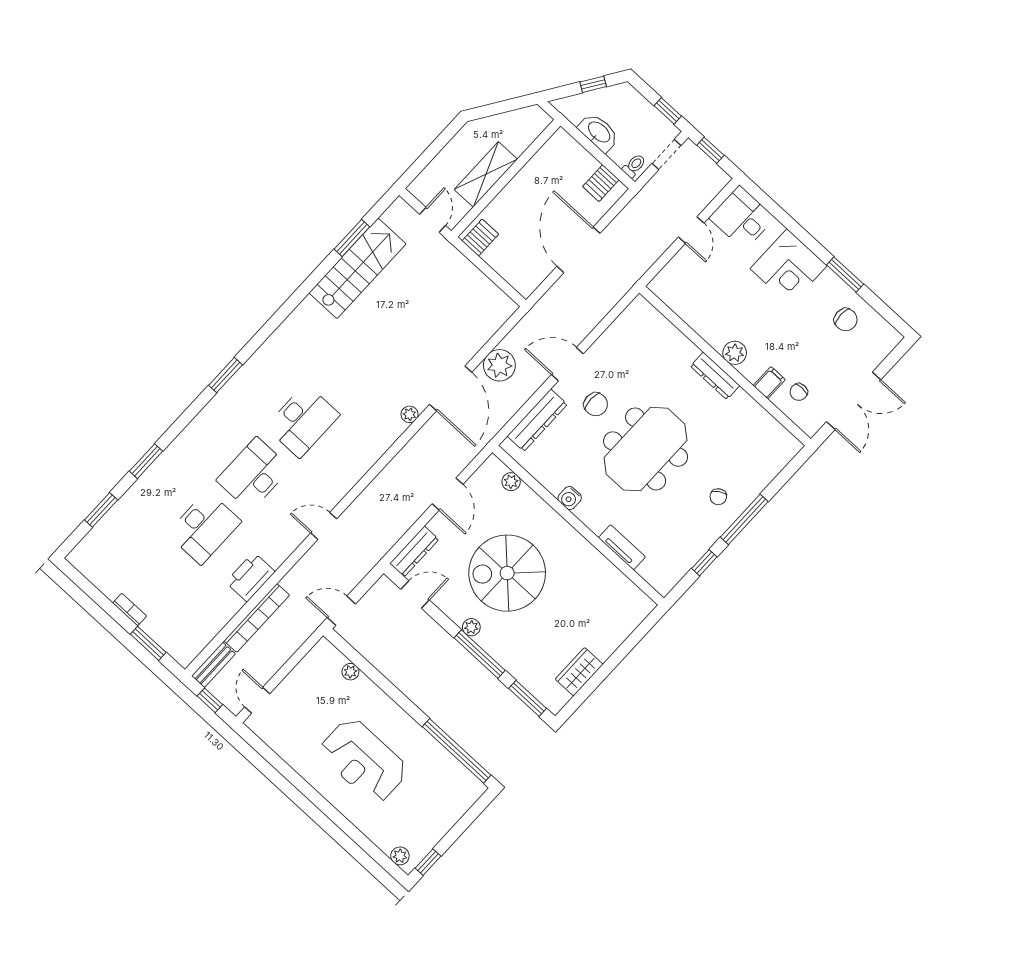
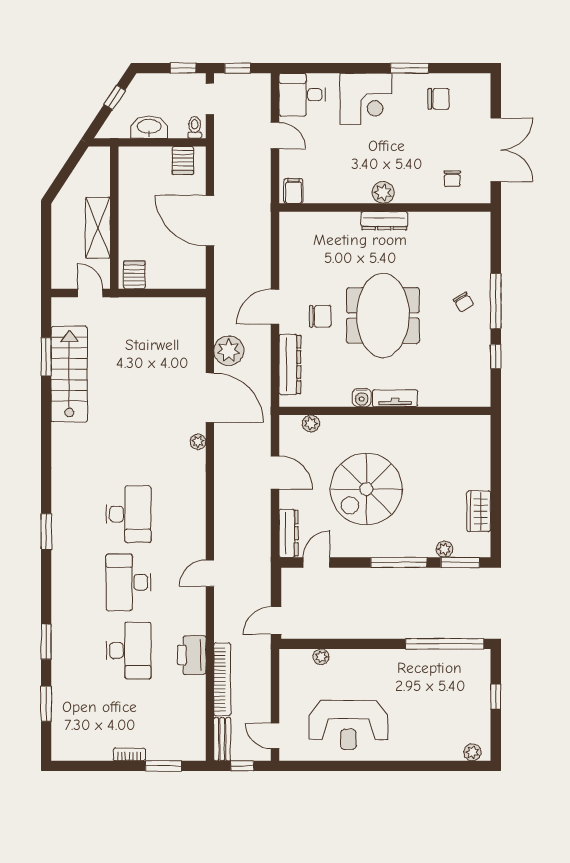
filing cabinet: (769, 383) -> (293, 191), moved
tv unit: (622, 547) -> (395, 398), moved
plant: (471, 627) -> (444, 549), moved
reception desk: (363, 761) -> (348, 725), moved
window: (428, 862) -> (496, 697), moved

